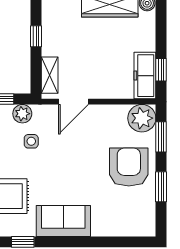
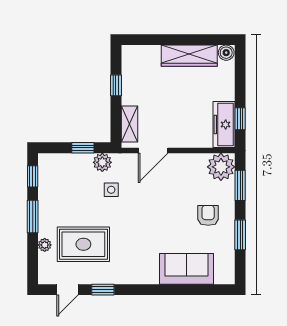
armchair: (129, 167) -> (208, 215), width x0.53, depth x0.53
sofa: (63, 221) -> (187, 269), moved

